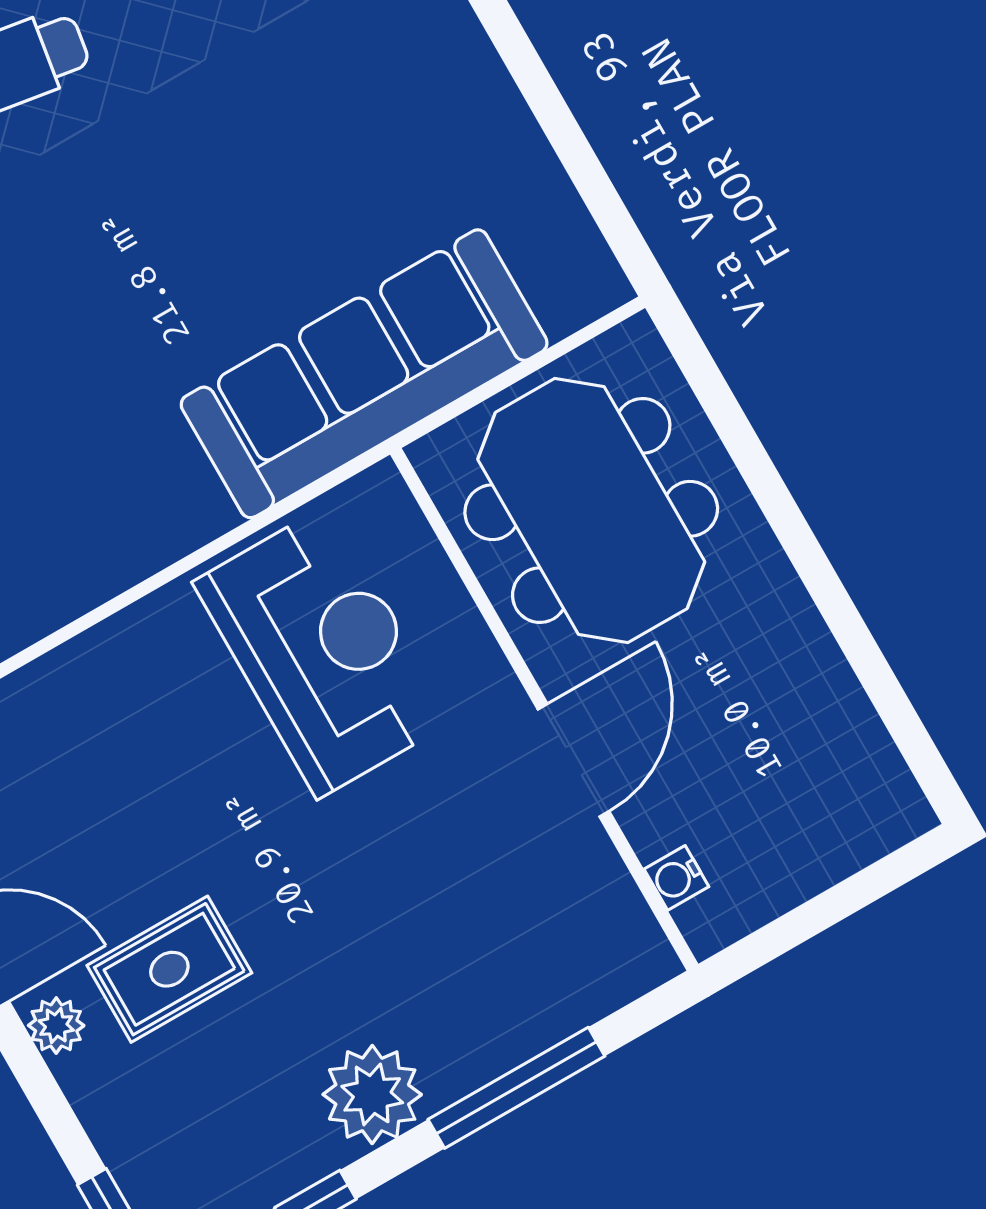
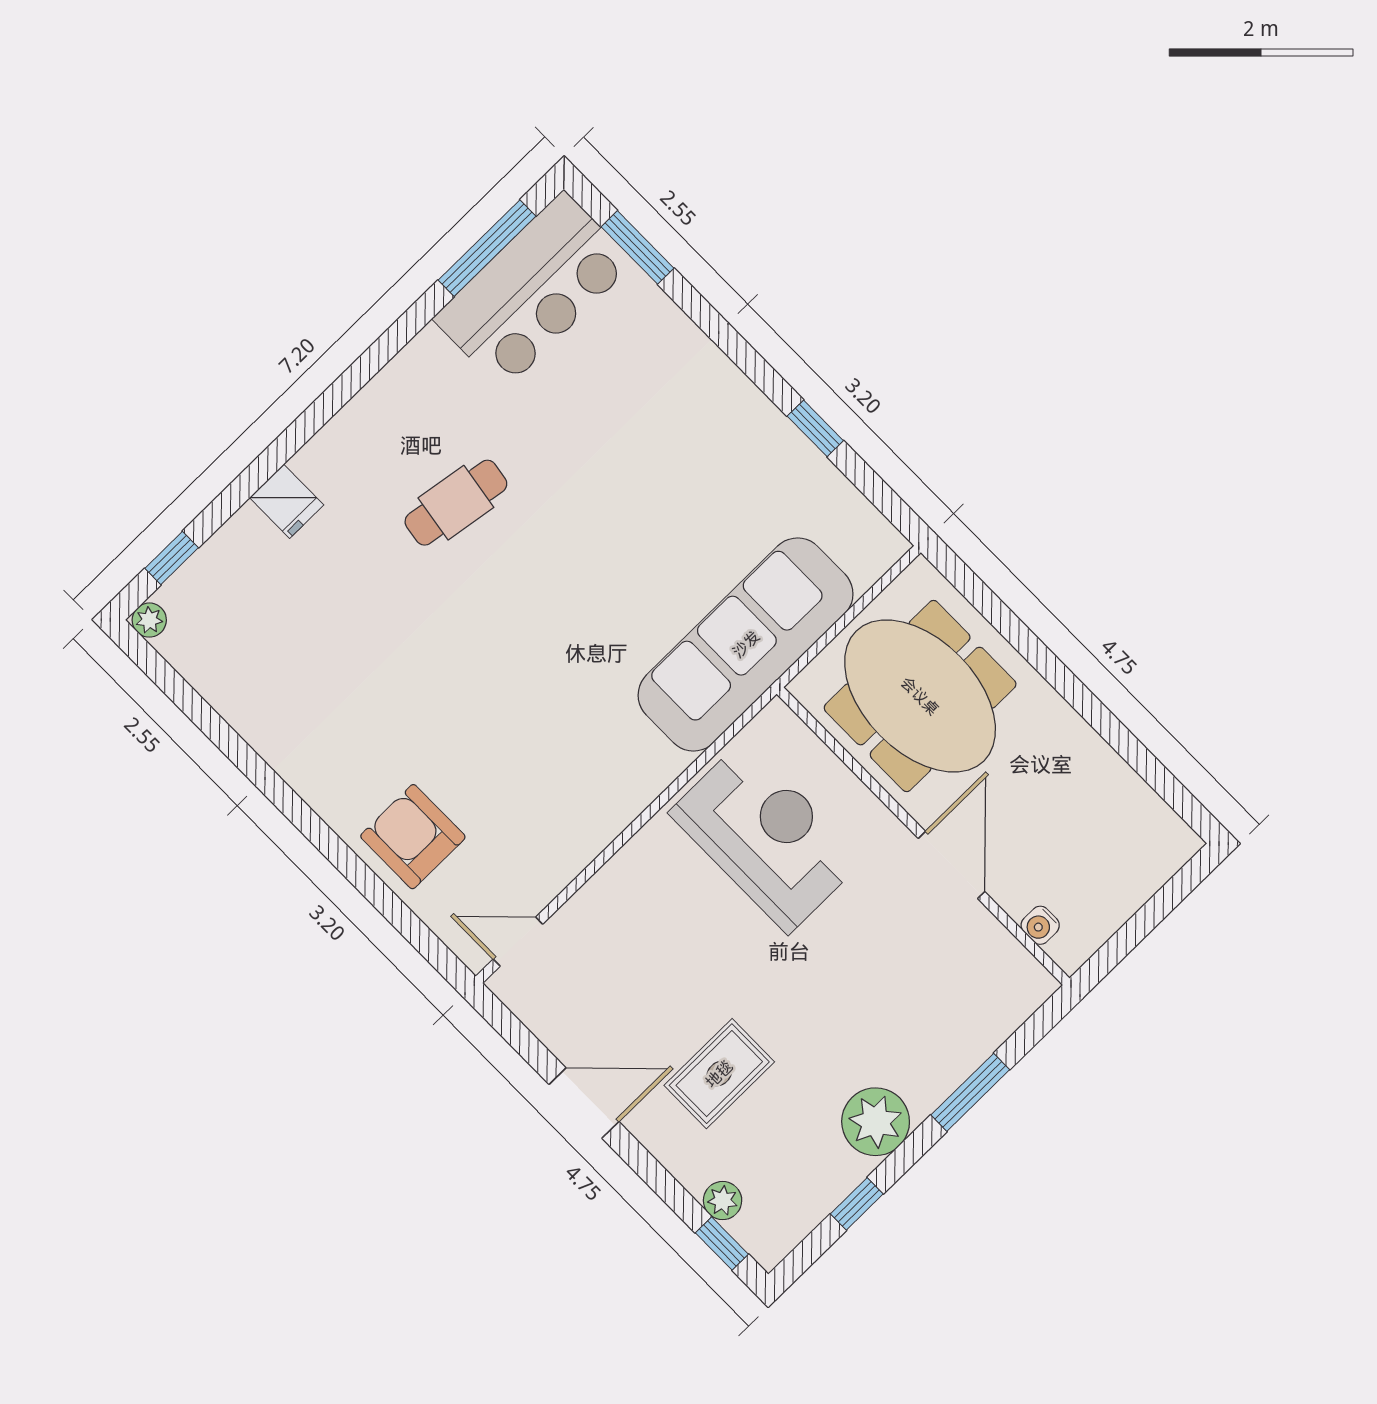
window: (542, 95) -> (815, 428), added
plant: (56, 1026) -> (723, 1201), moved
window: (516, 1088) -> (970, 1092), width x0.69

